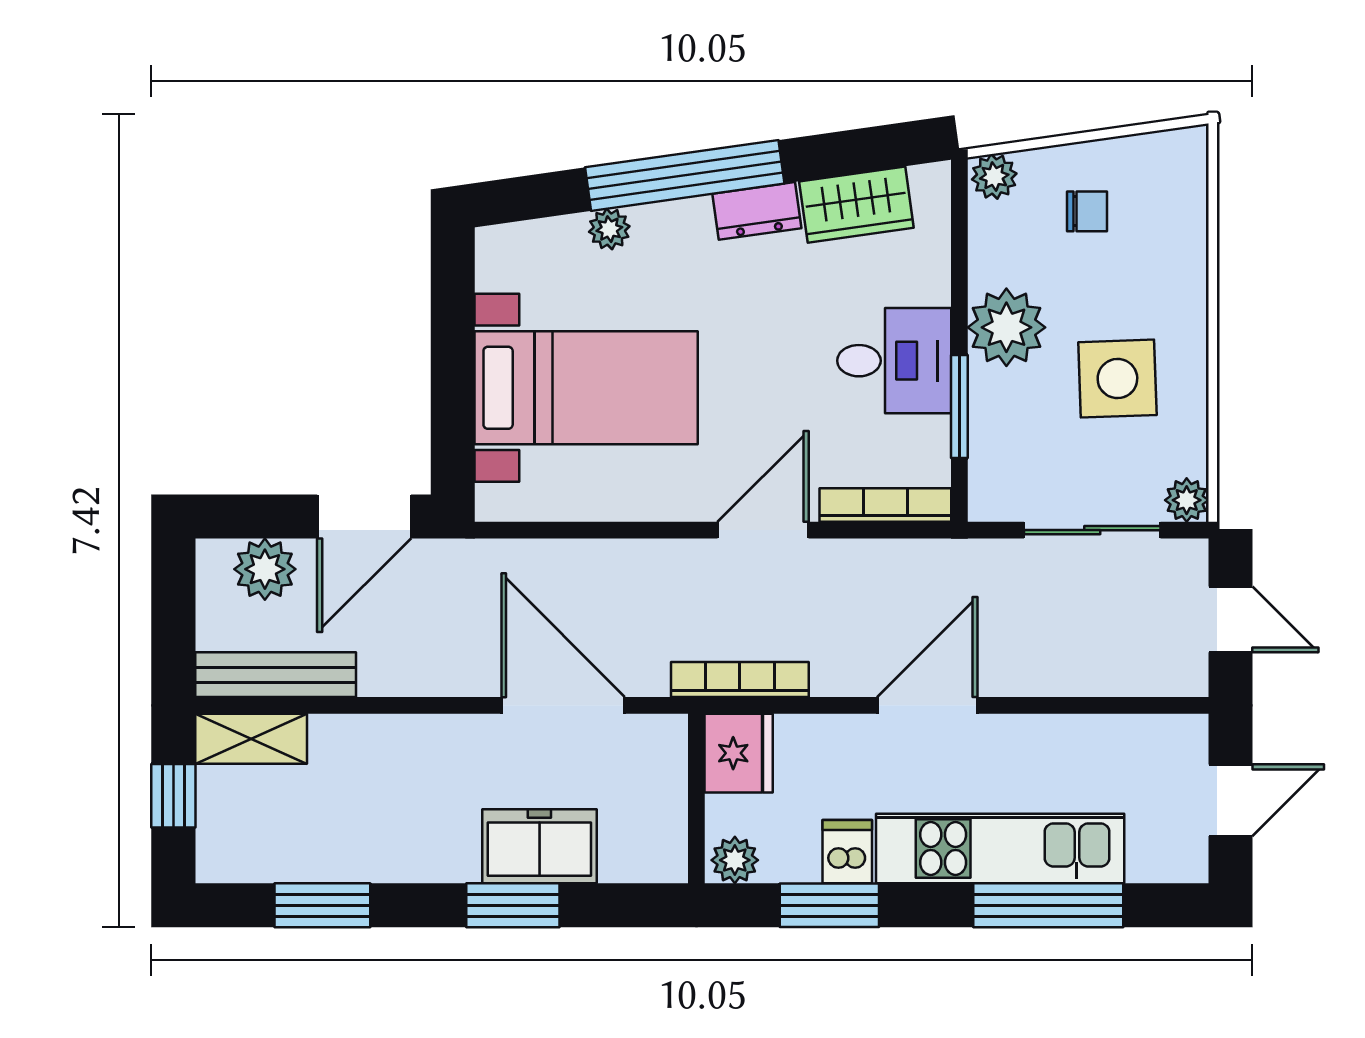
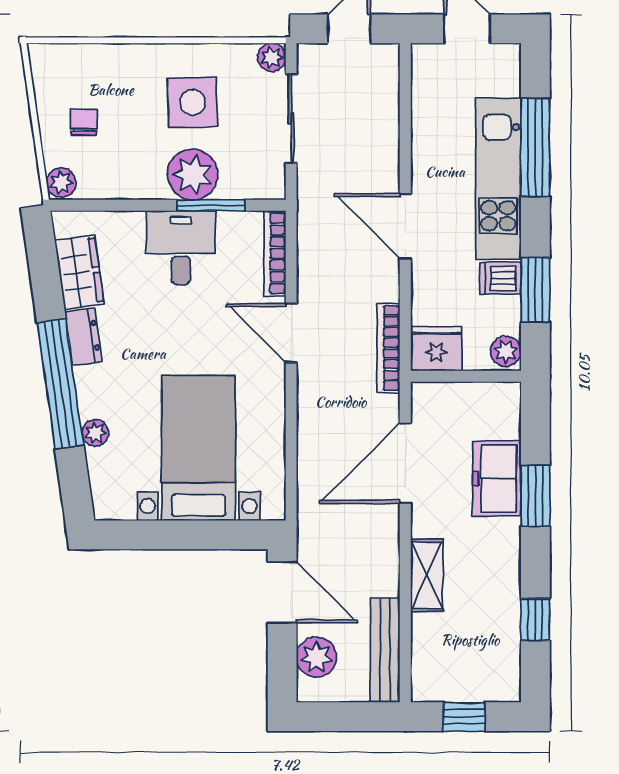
plant: (1006, 327) -> (193, 175), moved
shelving: (251, 739) -> (427, 575), moved
window: (322, 905) -> (535, 620), width x0.67

